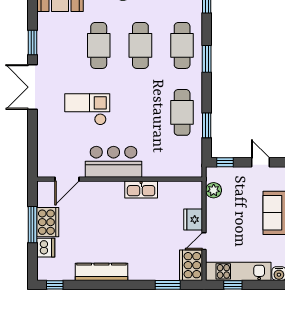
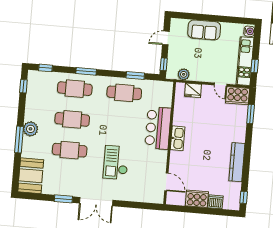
bar counter: (114, 162) -> (158, 128), moved
kitchen sink: (141, 189) -> (178, 138), moved
fridge: (193, 220) -> (193, 90), moved
window: (33, 225) -> (198, 210), removed

